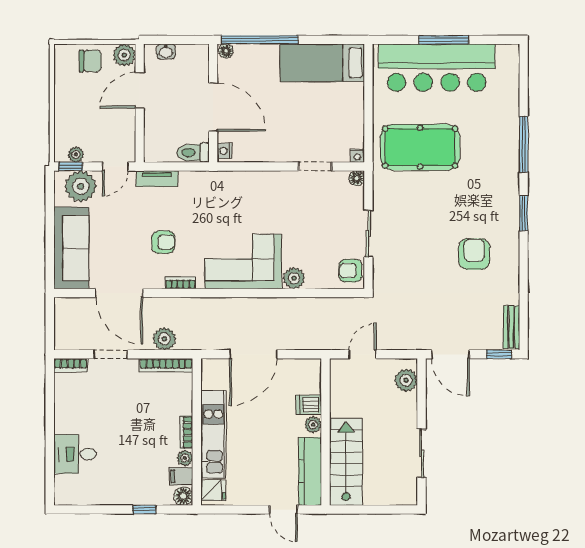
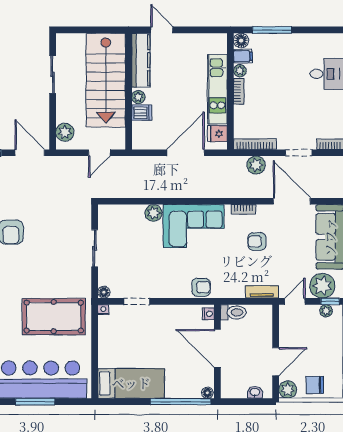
armchair: (350, 271) -> (201, 287), moved
stairs: (346, 462) -> (106, 80), width x1.36, depth x1.51
fridge: (213, 490) -> (217, 134), moved
window: (144, 510) -> (272, 30), width x2.17

